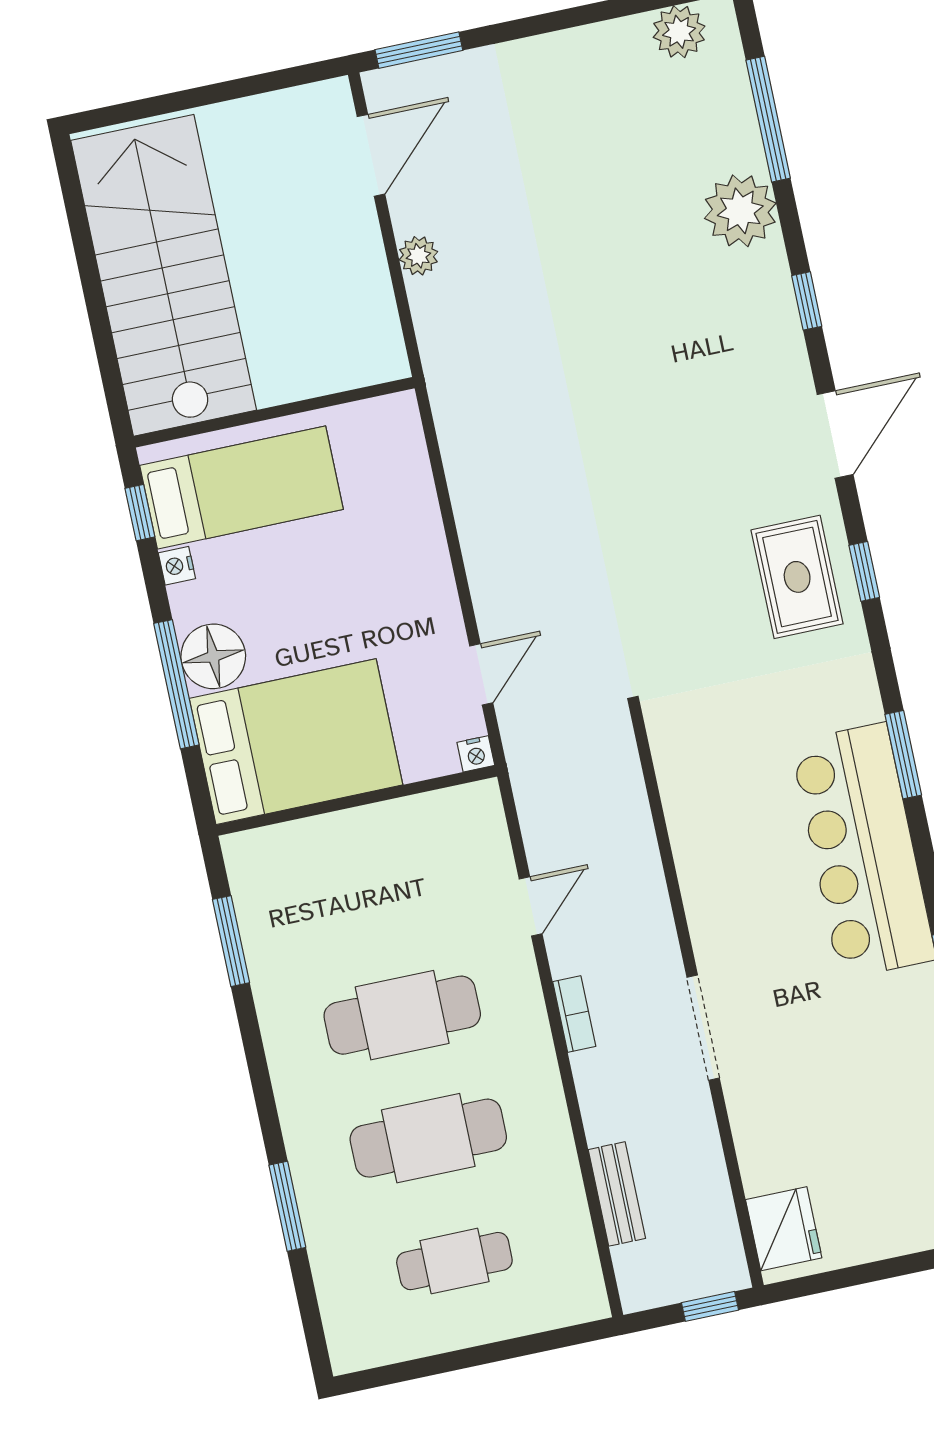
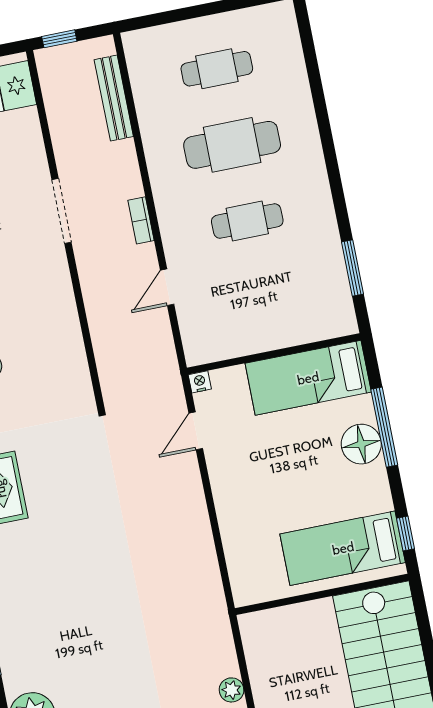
nightstand: (177, 566) -> (383, 500), removed
bed: (296, 742) -> (308, 378), width x0.67
cafe table: (402, 1015) -> (247, 221), width x0.73, depth x0.74
bench: (617, 1194) -> (114, 98), width x1.36
window: (287, 1206) -> (320, 104), removed

